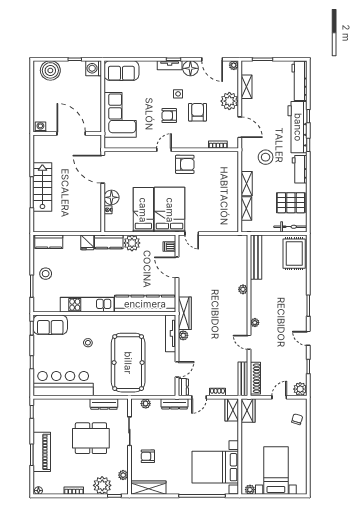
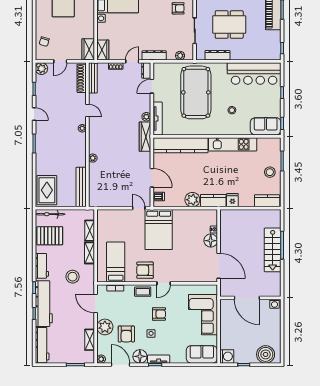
armchair: (198, 112) -> (126, 334), moved
coffee table: (187, 140) -> (143, 292), added
bed: (143, 210) -> (116, 262), moved, turned 180

